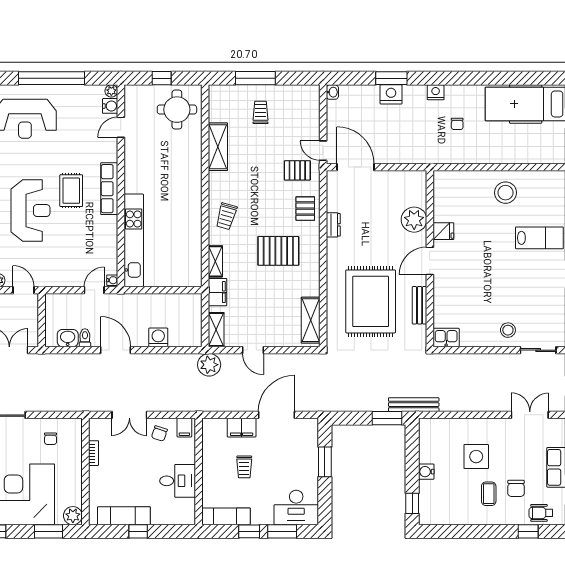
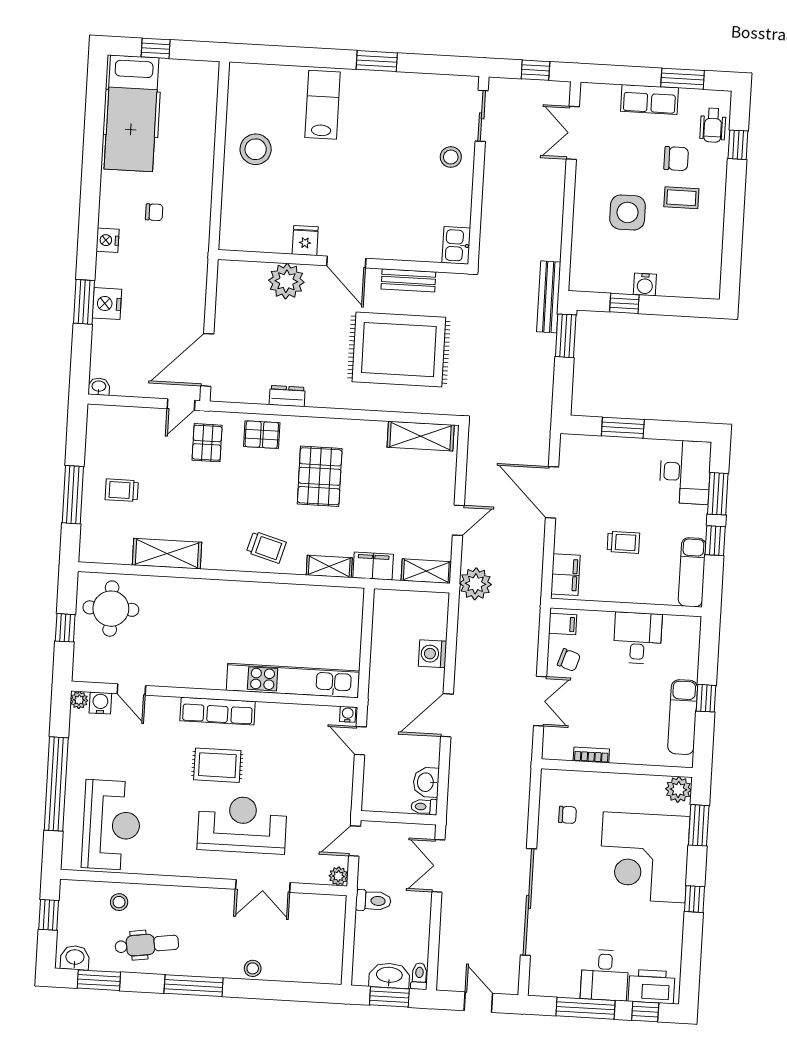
toilet: (85, 338) -> (424, 807), moved
filing cabinet: (242, 428) -> (565, 575), moved
window: (412, 503) -> (624, 303), moved

